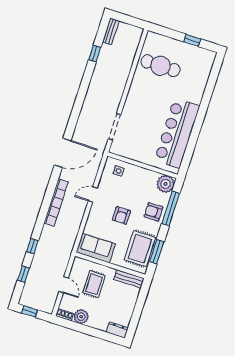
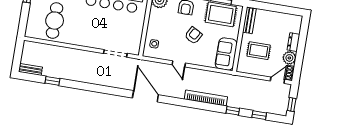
bookcase: (56, 203) -> (206, 98), moved
armchair: (121, 215) -> (193, 35), turned -61
door: (64, 285) -> (277, 80), moved
dresser: (117, 330) -> (294, 42), moved

